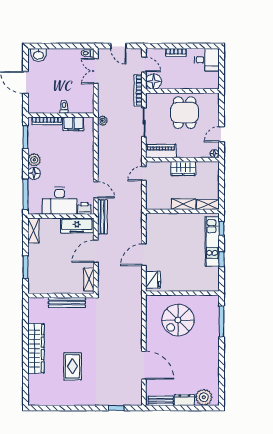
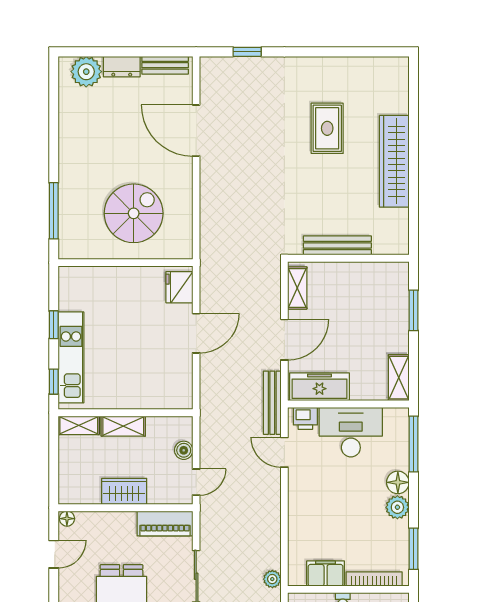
boiler: (151, 191) -> (184, 450), added

